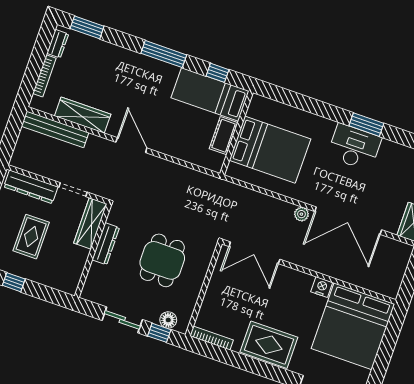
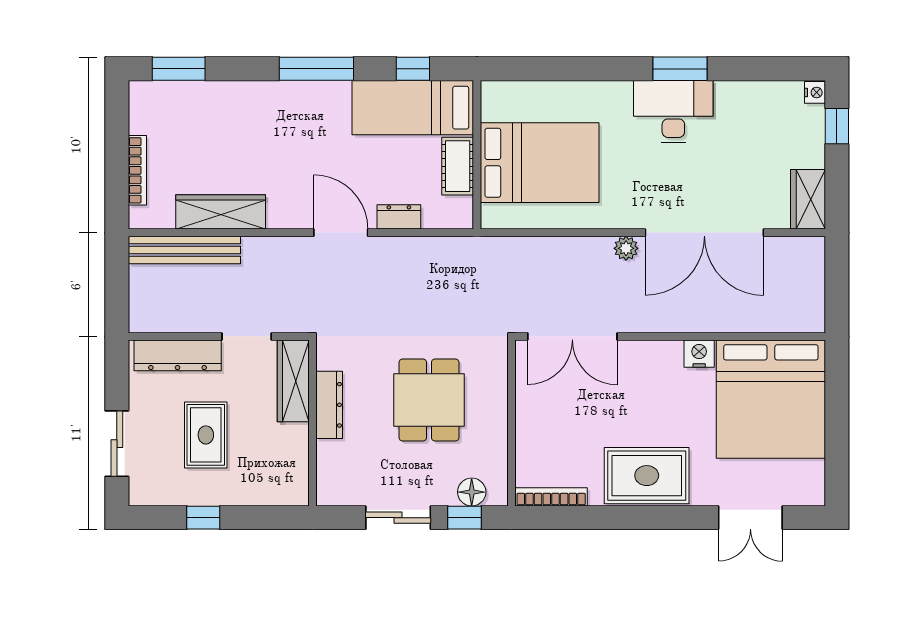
dresser: (58, 44) -> (399, 217), moved, turned -90
door: (131, 145) -> (341, 233), moved

